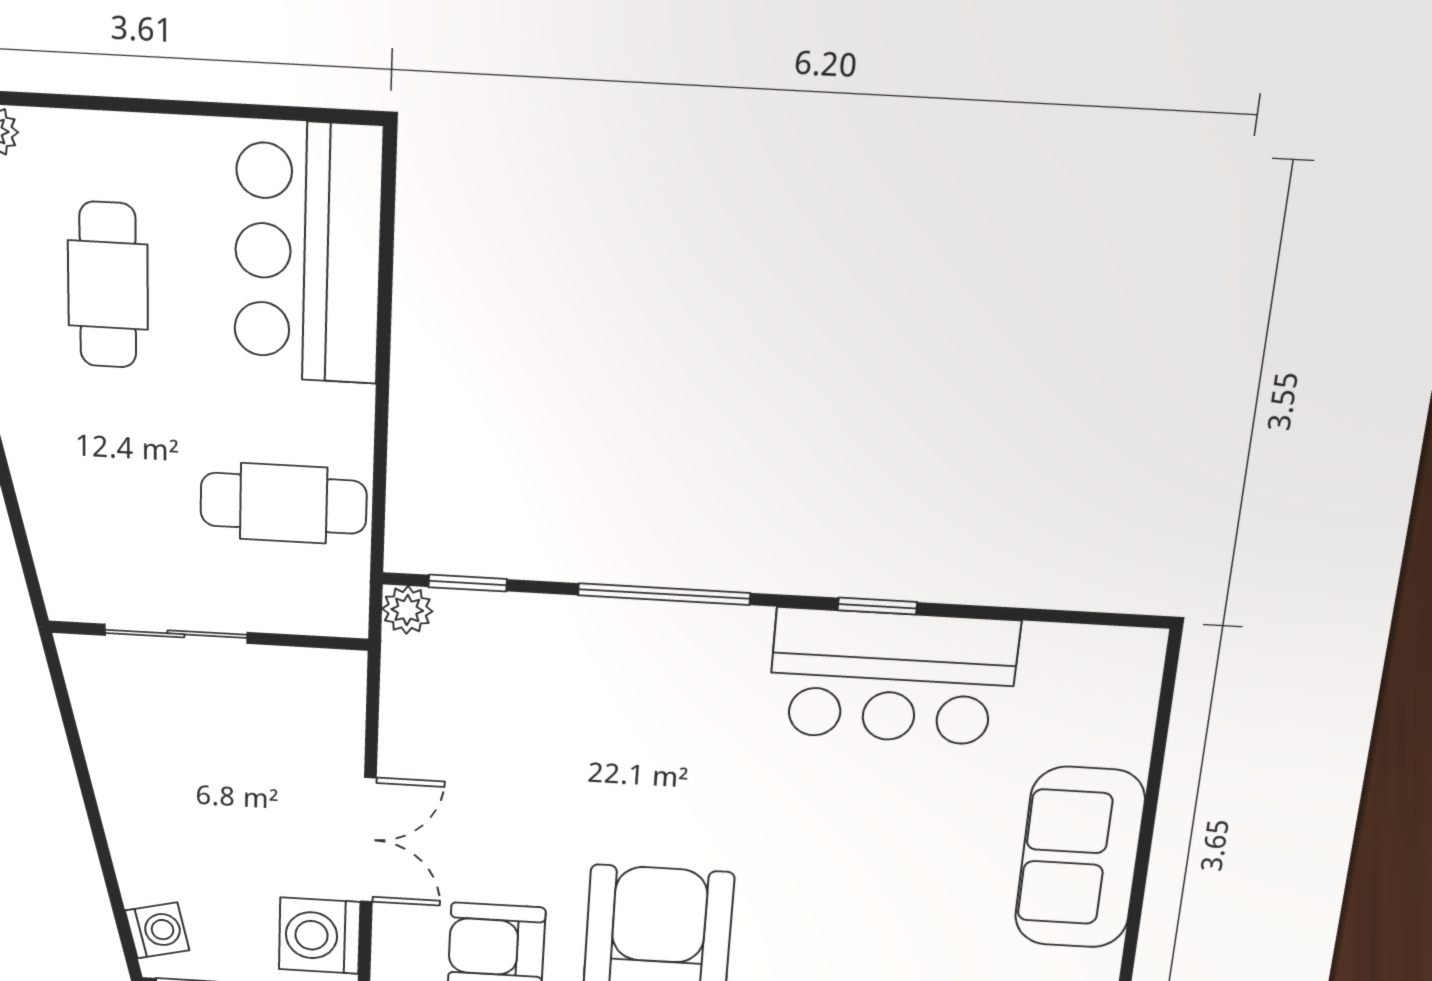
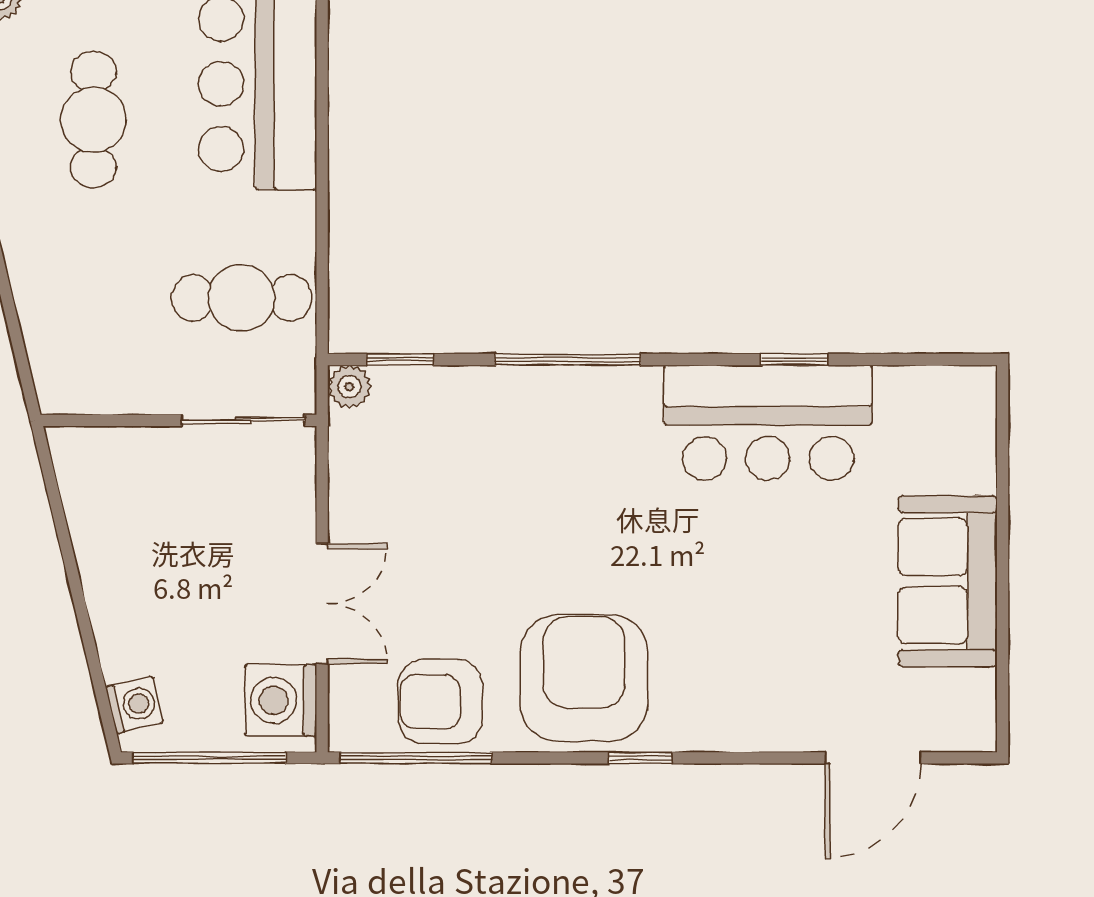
window: (877, 606) -> (794, 360), moved
sliding door: (176, 634) -> (243, 420), moved

